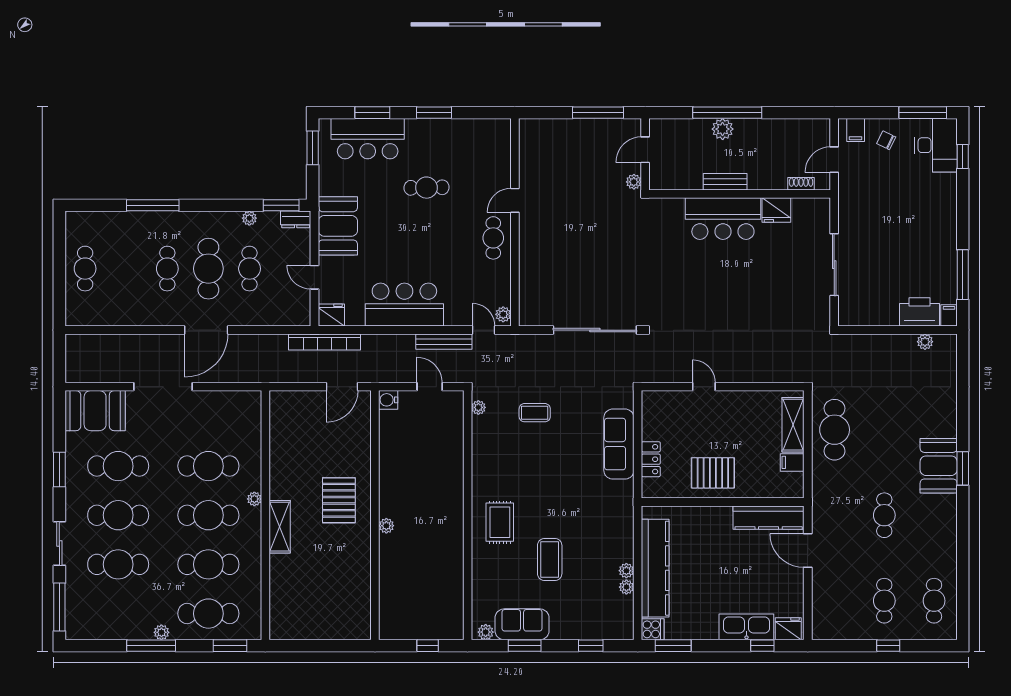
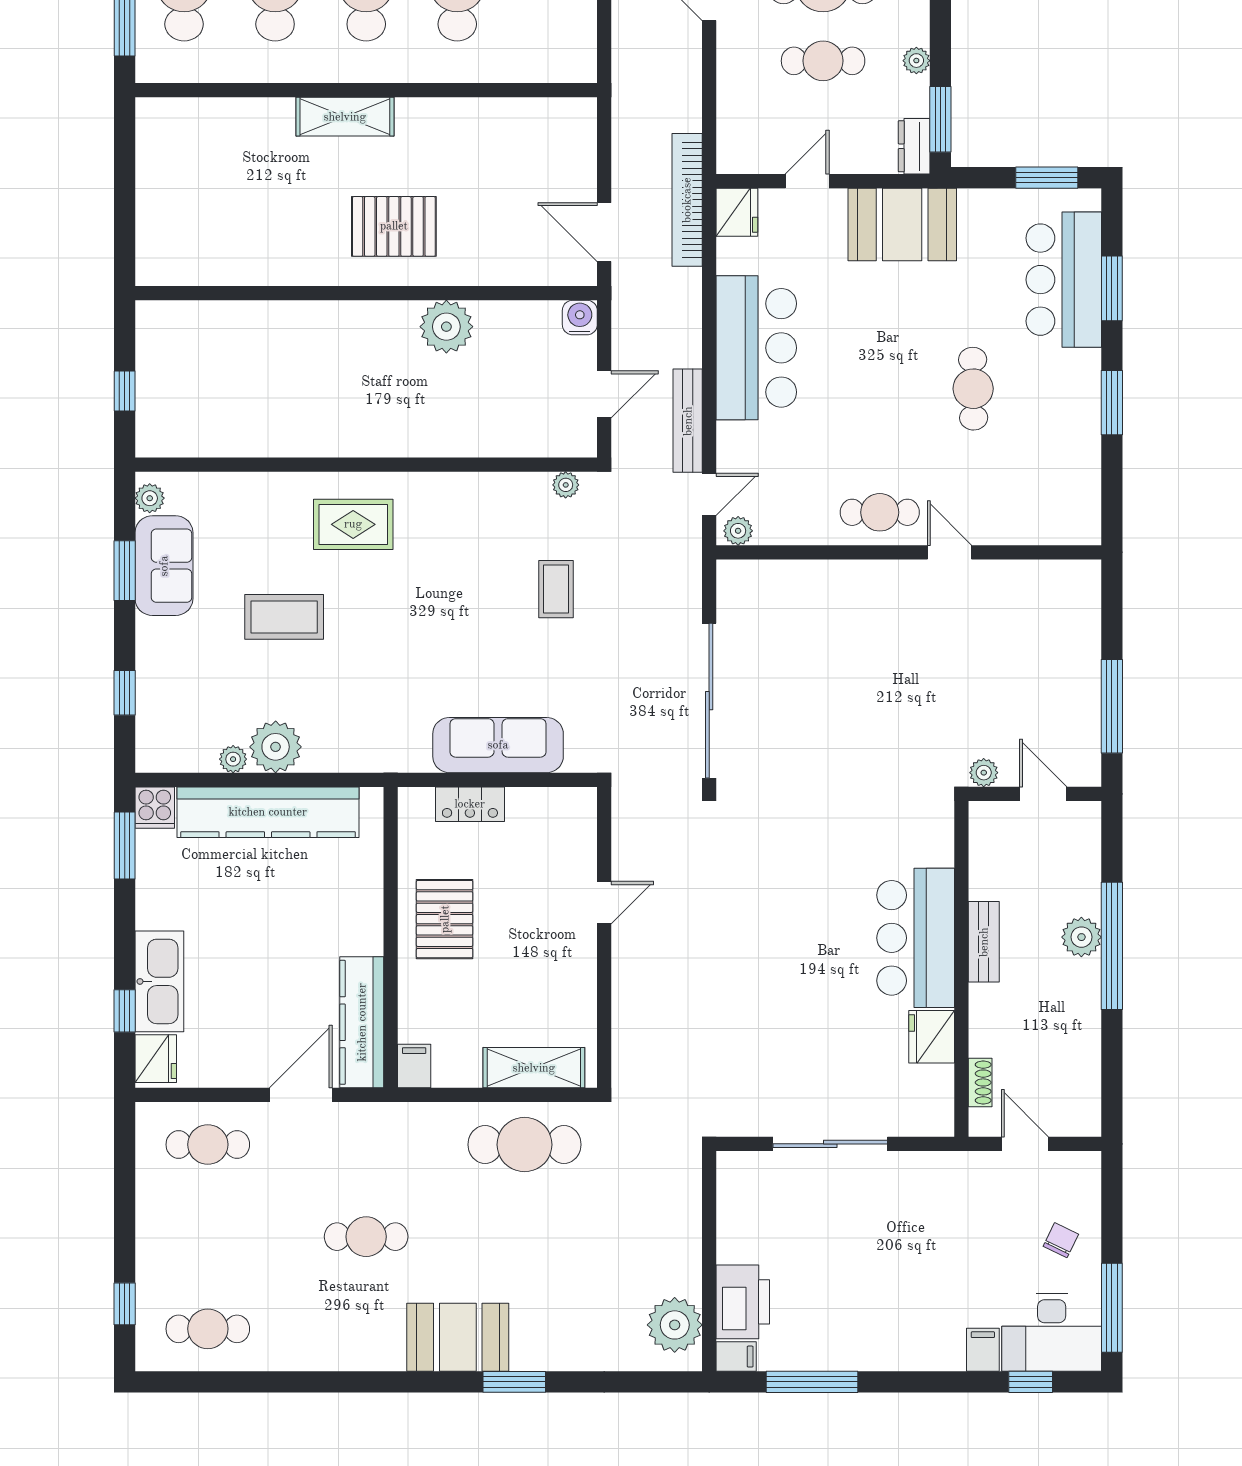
filing cabinet: (856, 130) -> (983, 1350), moved, turned 90
plant: (925, 342) -> (675, 1325), width x1.87, depth x1.87
filing cabinet: (792, 462) -> (414, 1066), moved
window: (963, 468) -> (514, 1382), moved
plant: (254, 499) -> (396, 70), removed
plant: (386, 526) -> (446, 327), moved, width x1.88, depth x1.88
plant: (626, 571) -> (276, 747), width x1.87, depth x1.87
cafe table: (884, 601) -> (208, 1145), moved
window: (888, 646) -> (125, 1304), moved

